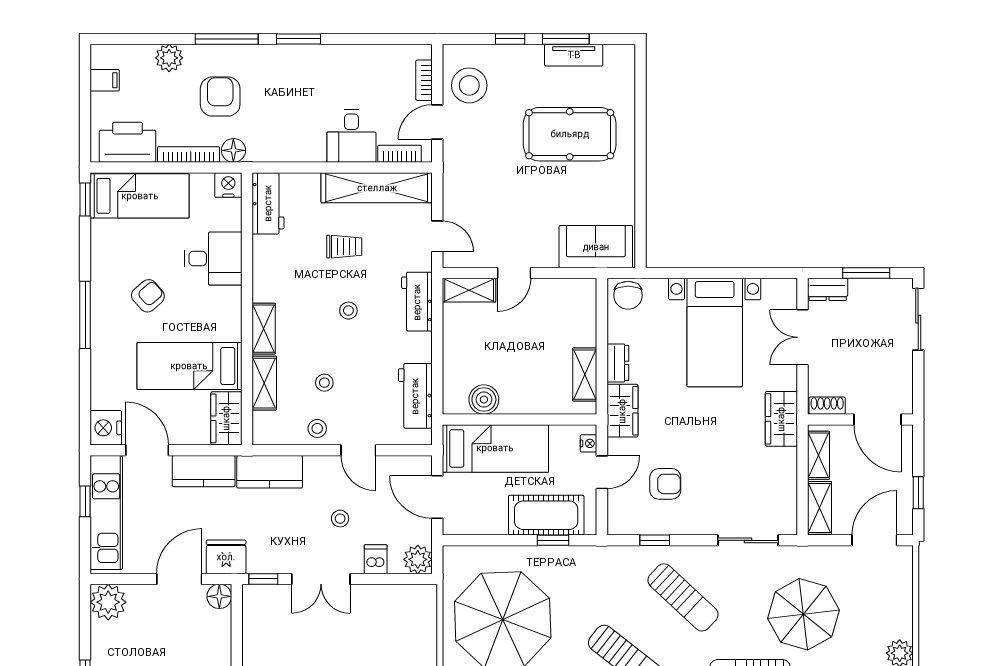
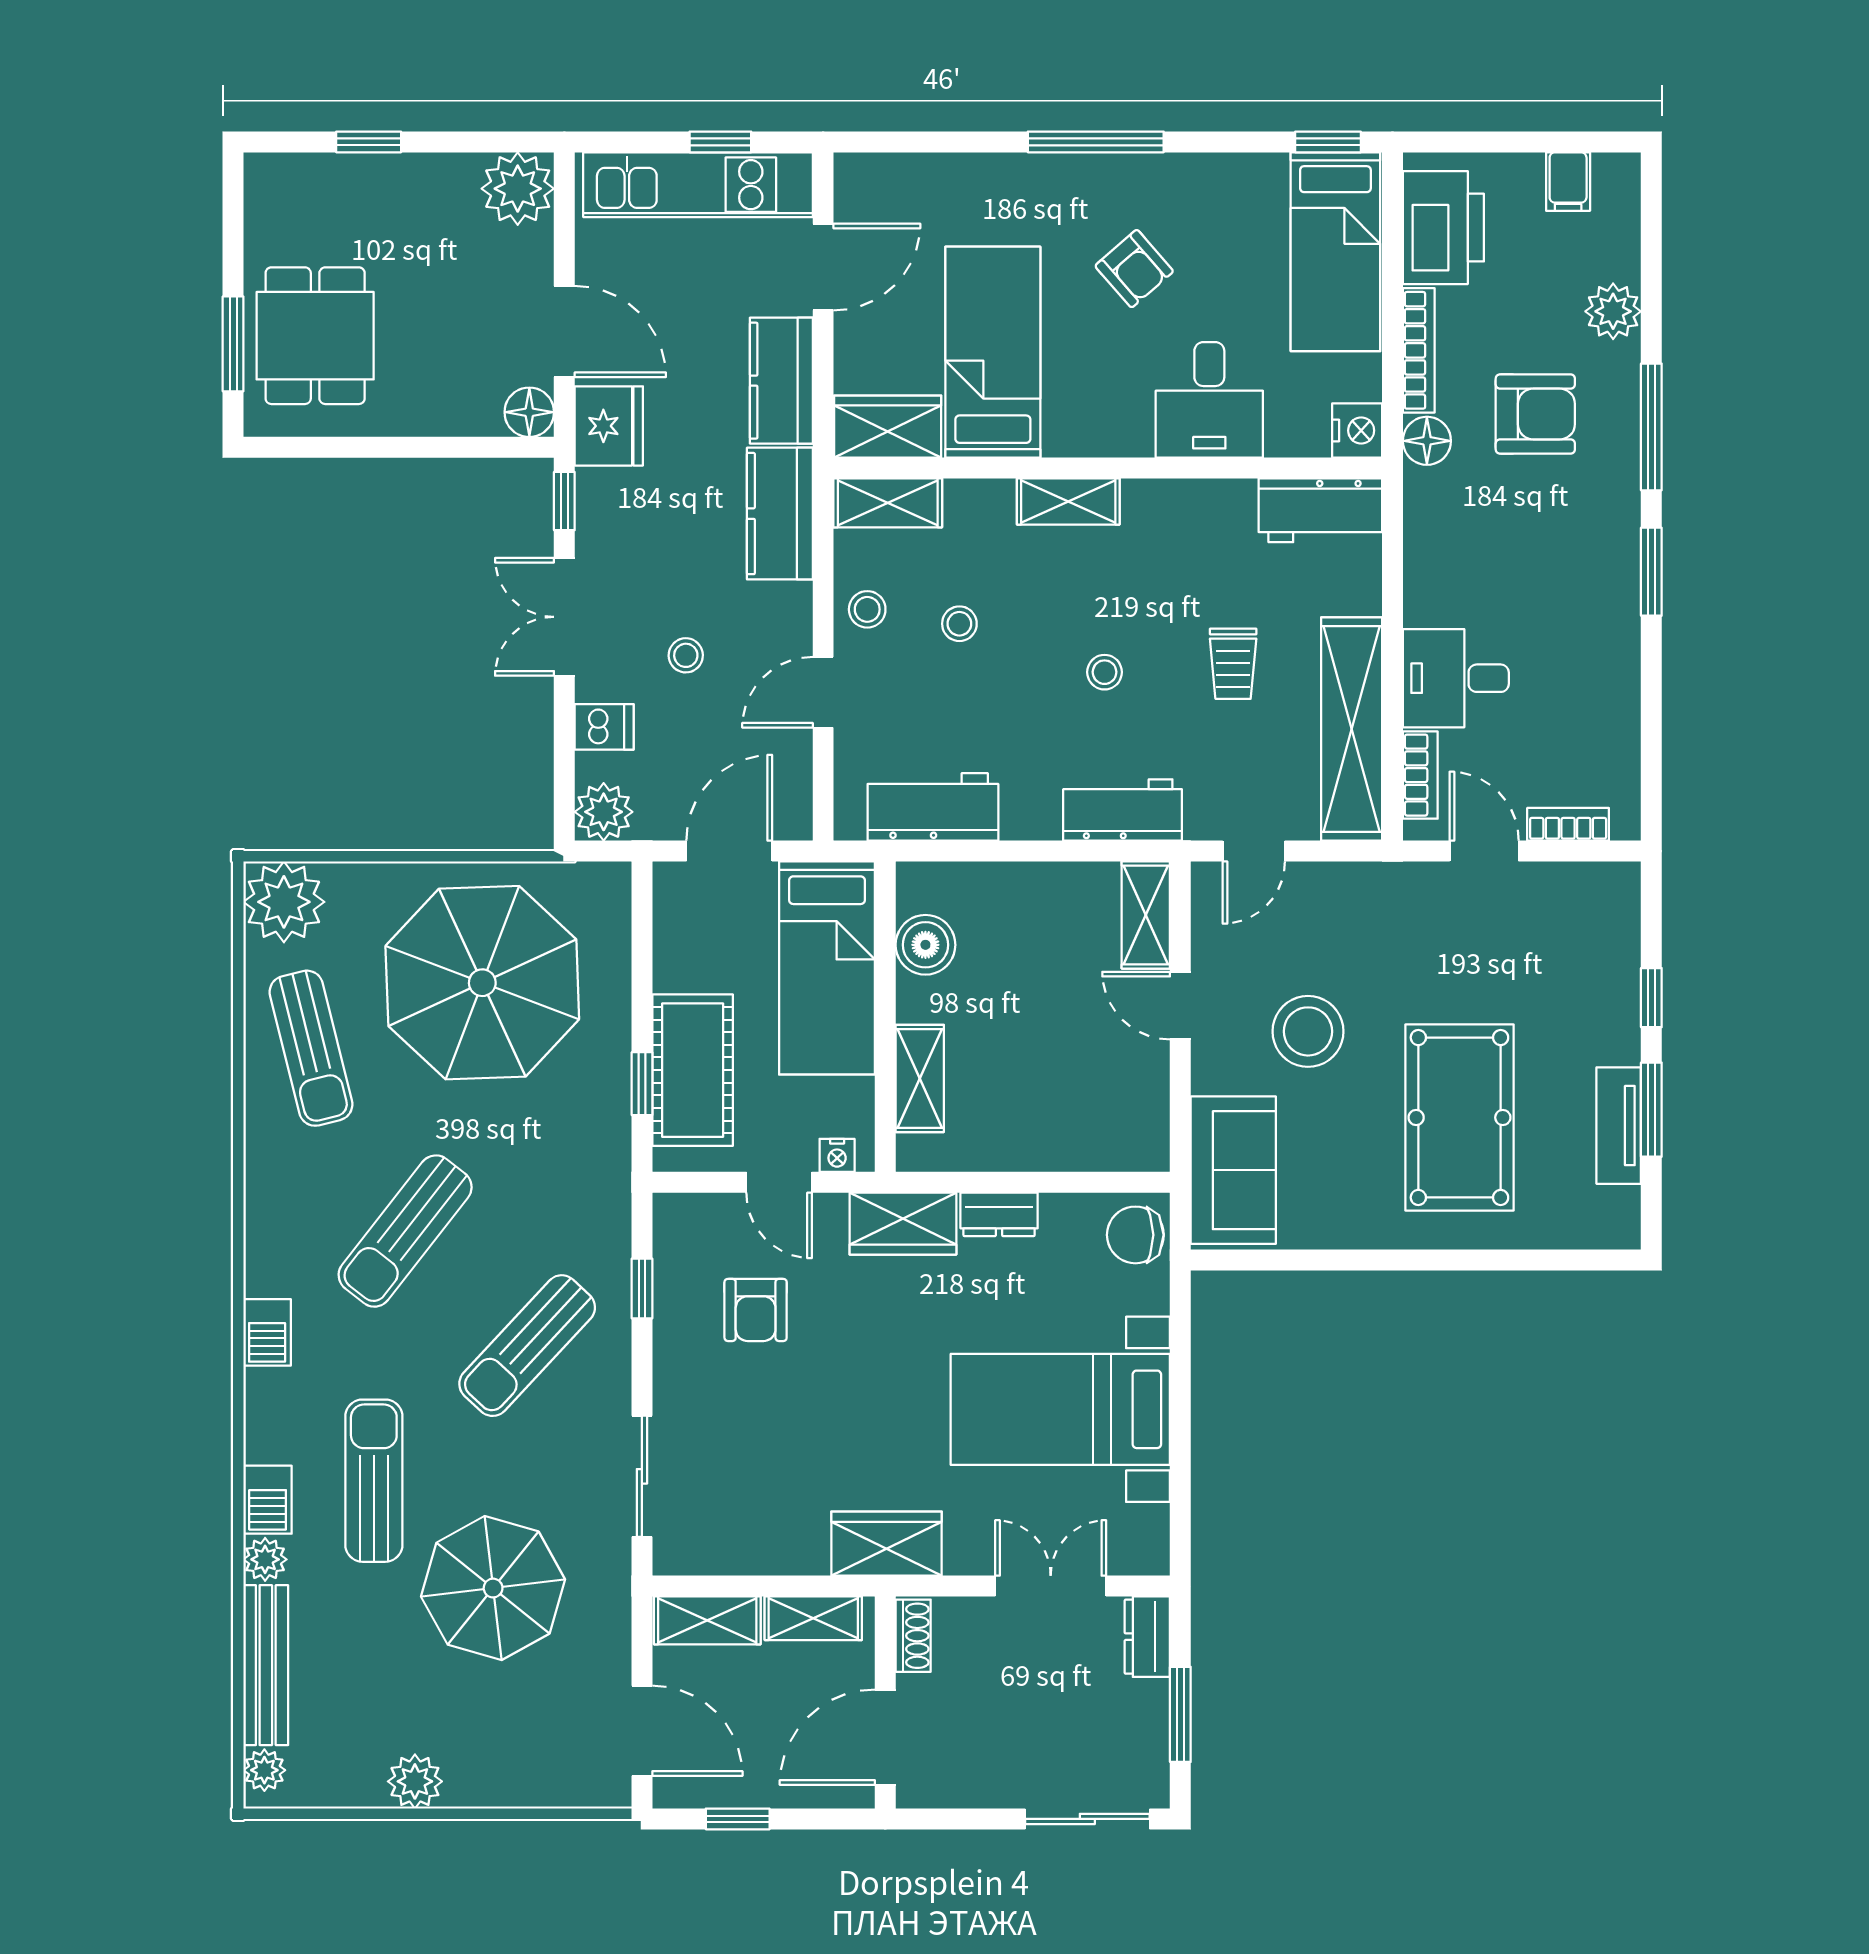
stool: (469, 85) -> (1308, 1031), moved
shelving: (585, 375) -> (920, 1078), moved, turned 90
shelving: (264, 383) -> (888, 503), moved
nightstand: (106, 428) -> (868, 184), removed

